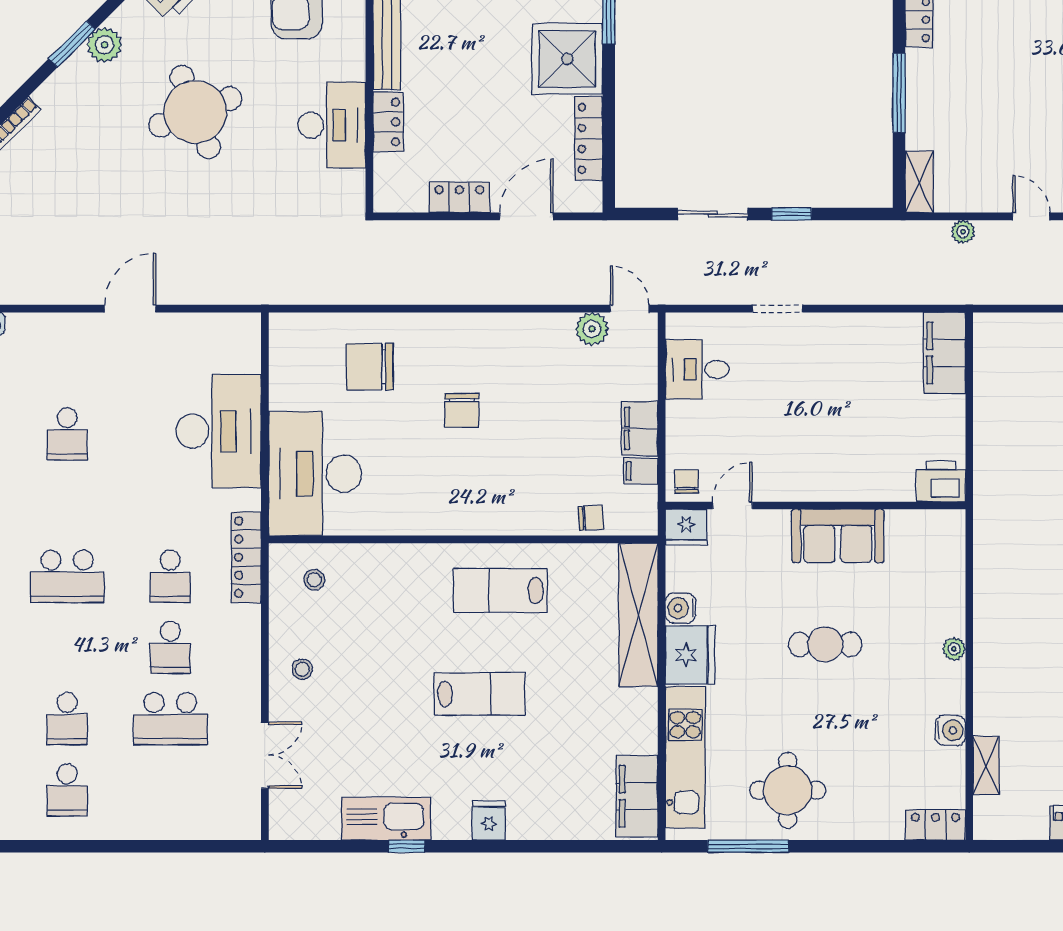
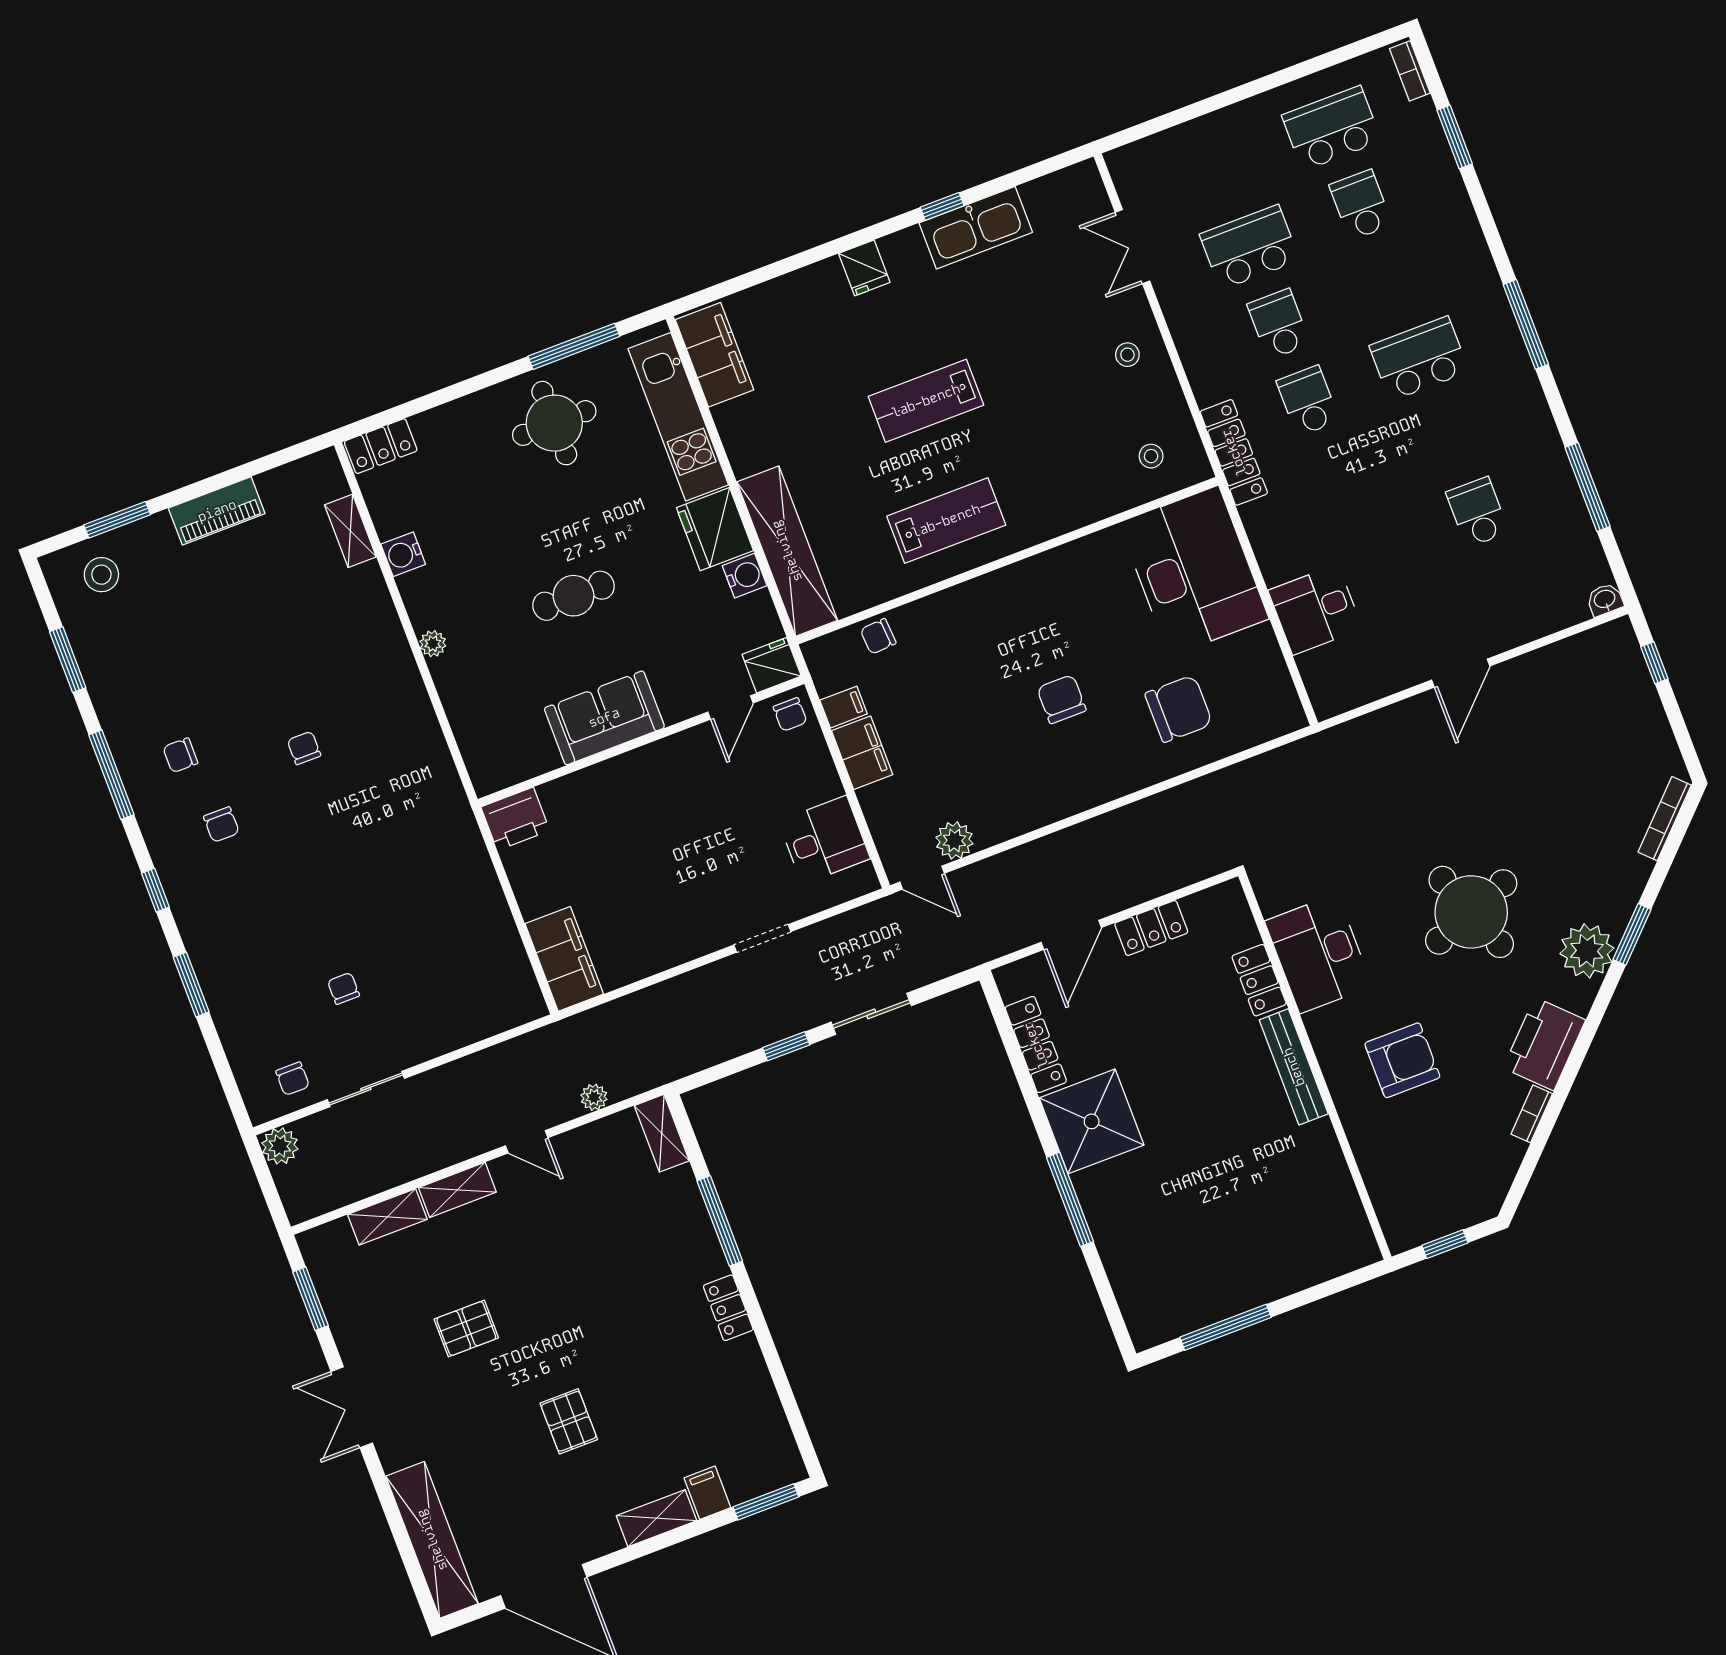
plant: (105, 45) -> (1587, 951), width x1.36, depth x1.36
desk: (219, 431) -> (1315, 610), width x0.53, depth x0.77
school desk: (67, 790) -> (1332, 128), width x1.85

